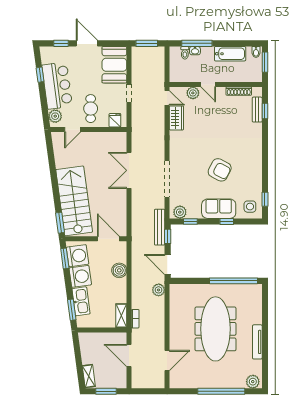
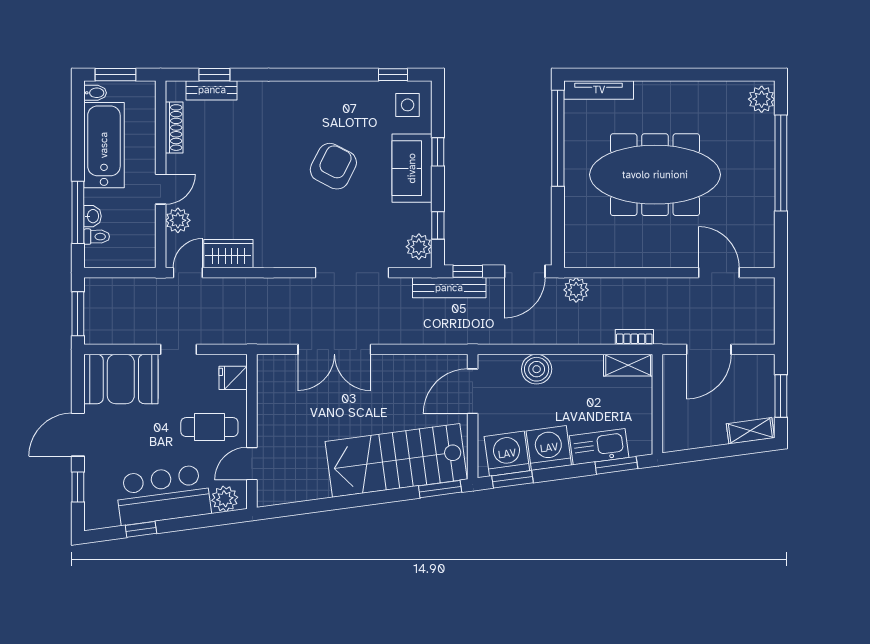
bathtub: (230, 54) -> (104, 145), width x1.36, depth x1.36
door: (73, 130) -> (252, 464), swing flipped
tv unit: (257, 342) -> (599, 90), moved

